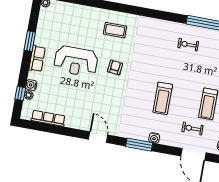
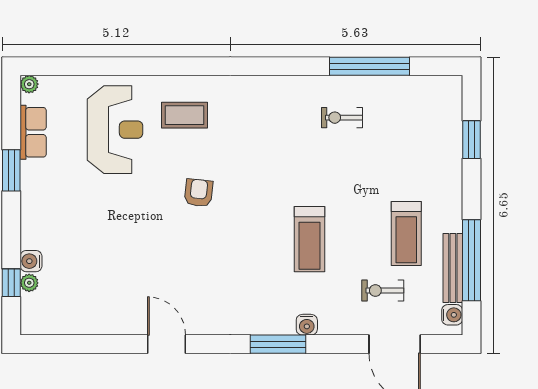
row of seats: (37, 59) -> (33, 132), moved
reception desk: (76, 61) -> (115, 130), moved, turned -90
row of seats: (48, 118) -> (79, 324), removed
door: (98, 137) -> (166, 344), moved

